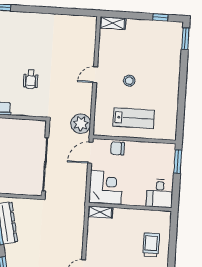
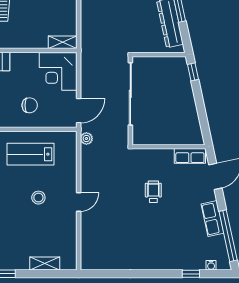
shelving: (113, 23) -> (45, 263), moved
plant: (81, 124) -> (86, 139), width x0.53, depth x0.53
chair: (117, 148) -> (30, 105), moved

